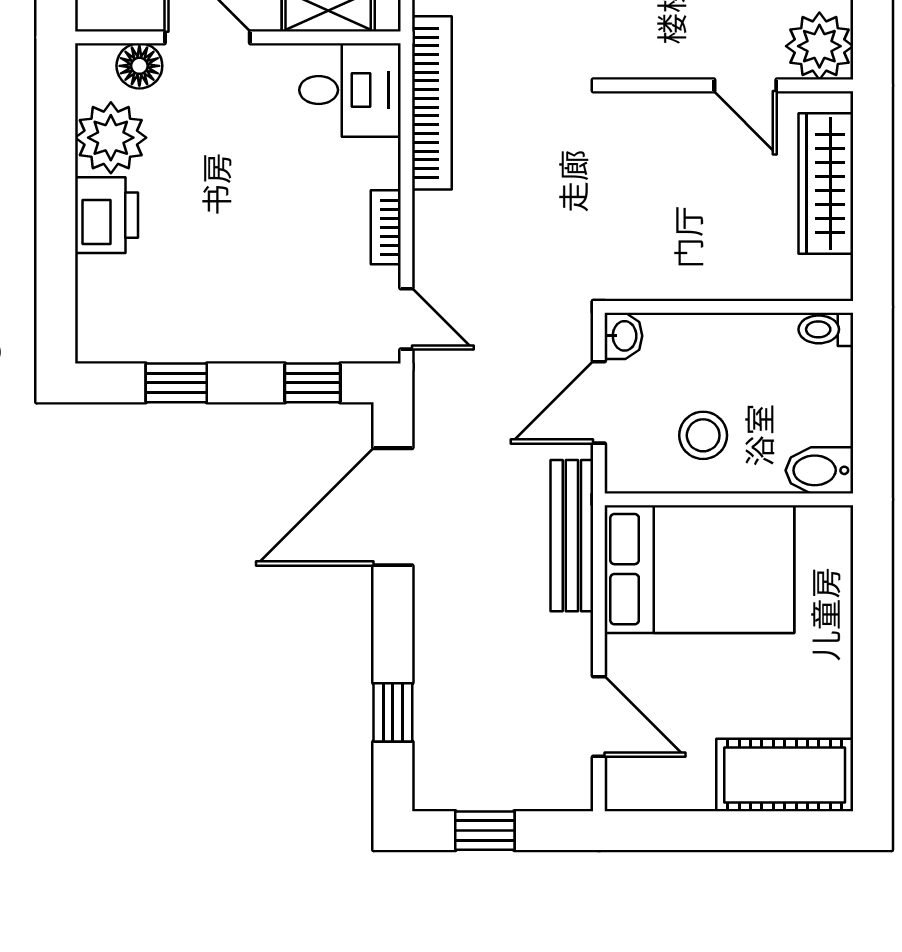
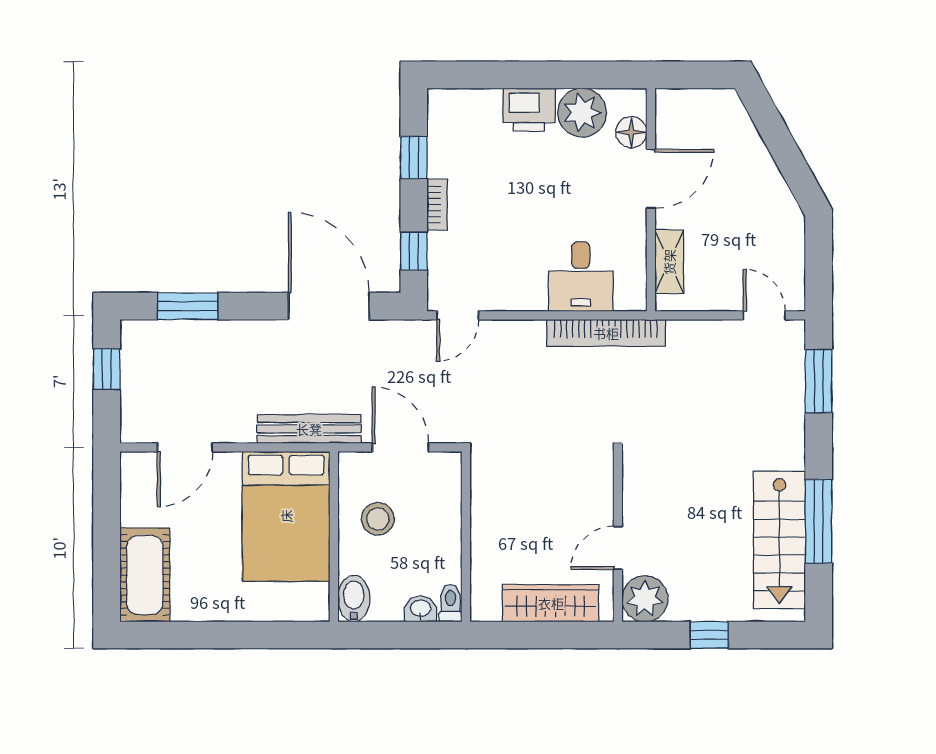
desk: (350, 90) -> (581, 277), moved
bookcase: (386, 227) -> (437, 205), moved, turned 90
washbasin: (623, 336) -> (420, 609), moved, turned 180
window: (393, 712) -> (188, 306), width x1.50

